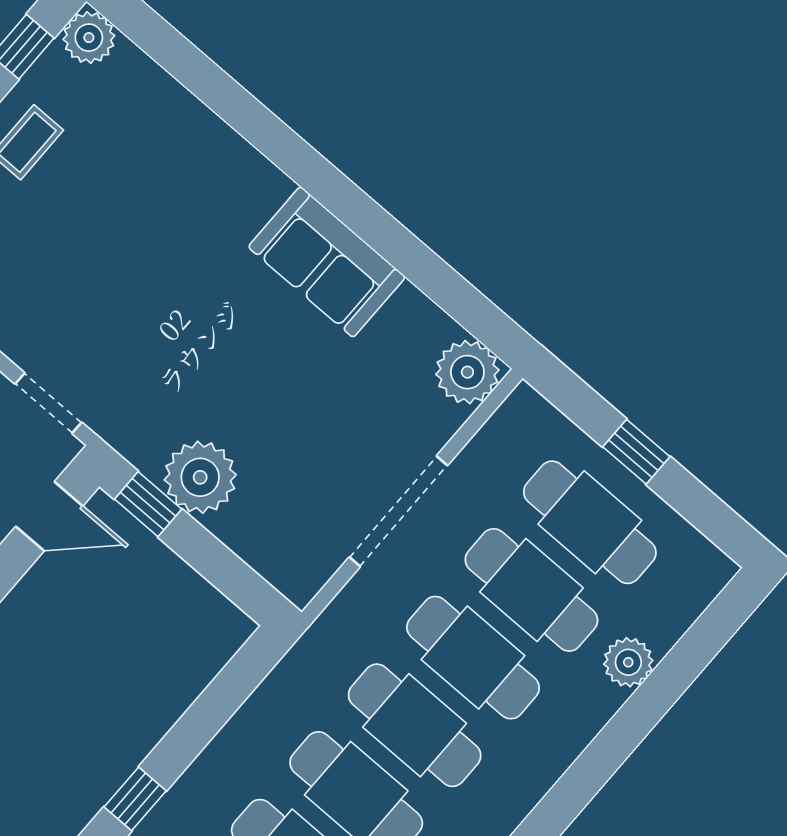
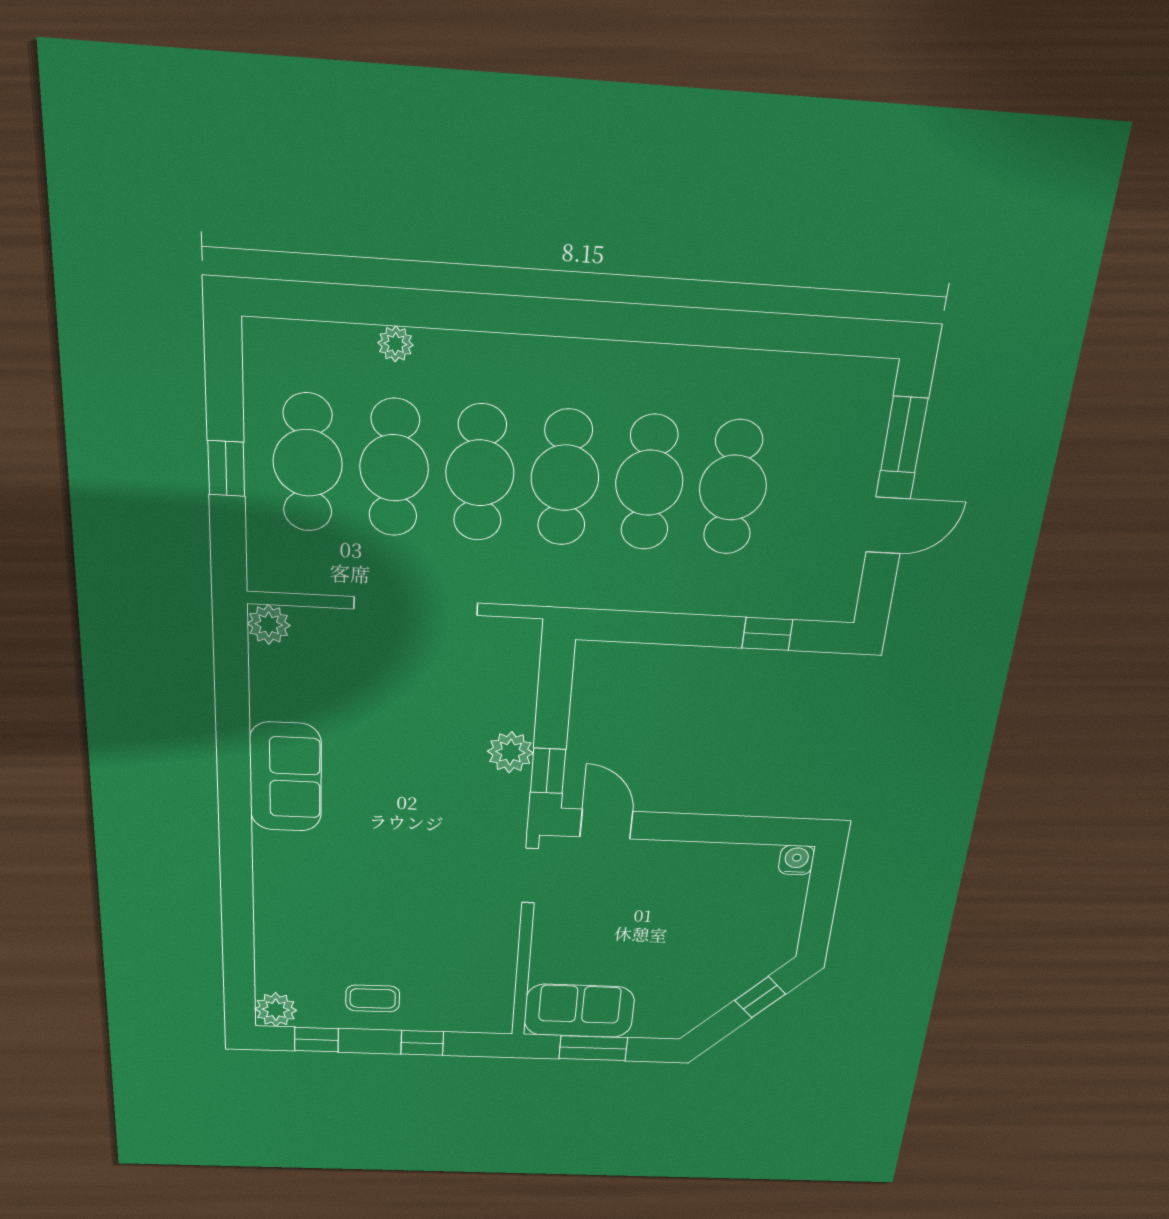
plant: (467, 372) -> (269, 624), width x0.73, depth x0.73
plant: (200, 477) -> (510, 752), width x0.73, depth x0.73
plant: (628, 662) -> (395, 344), width x0.73, depth x0.73

